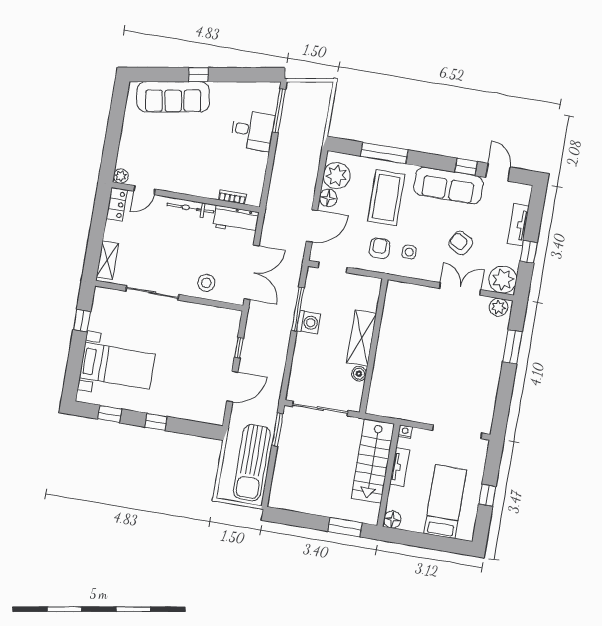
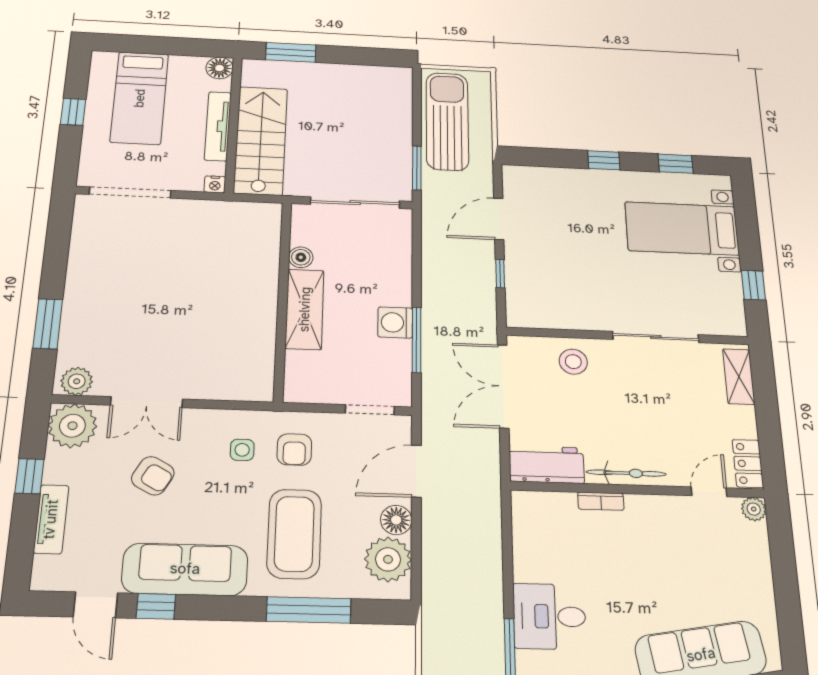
bookcase: (232, 197) -> (601, 501), moved
tv unit: (400, 467) -> (218, 126), width x1.41

